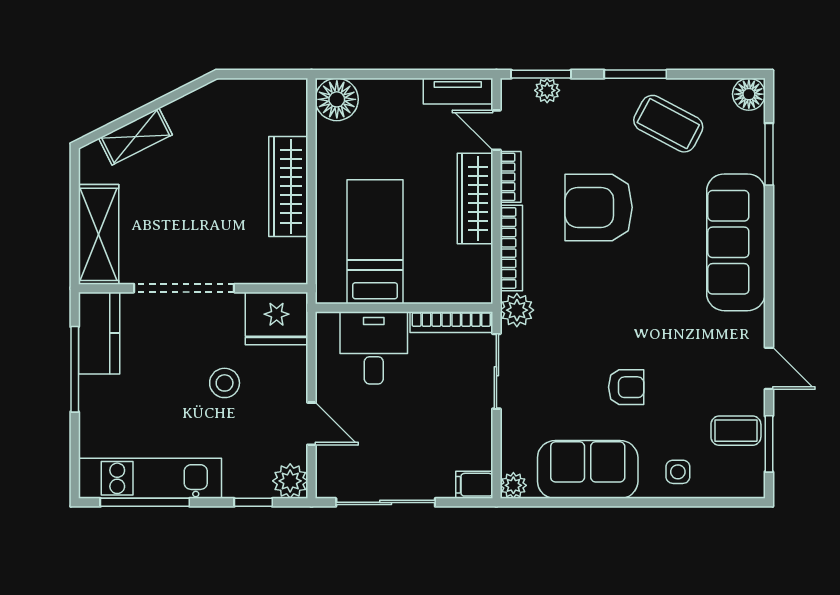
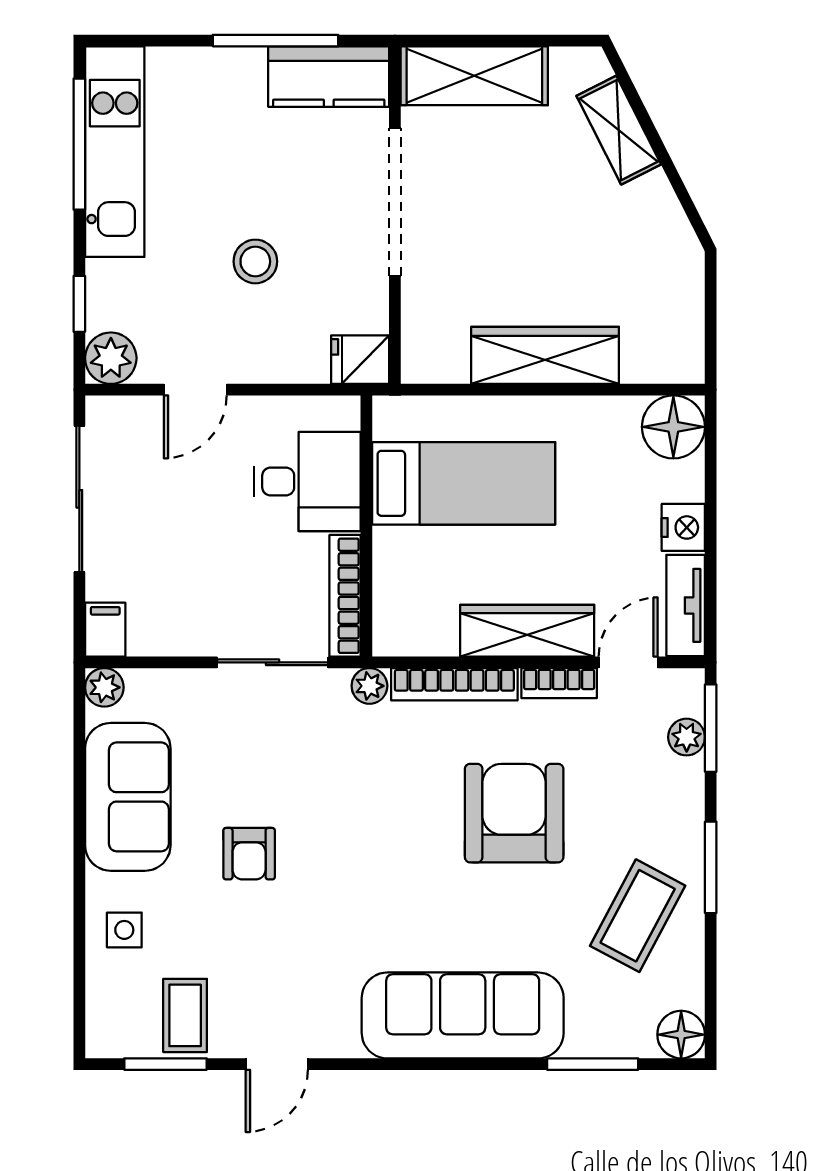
nightstand: (405, 93) -> (683, 527), added
plant: (517, 310) -> (369, 686), width x0.73, depth x0.73
fridge: (277, 318) -> (360, 360), width x0.53, depth x0.75

